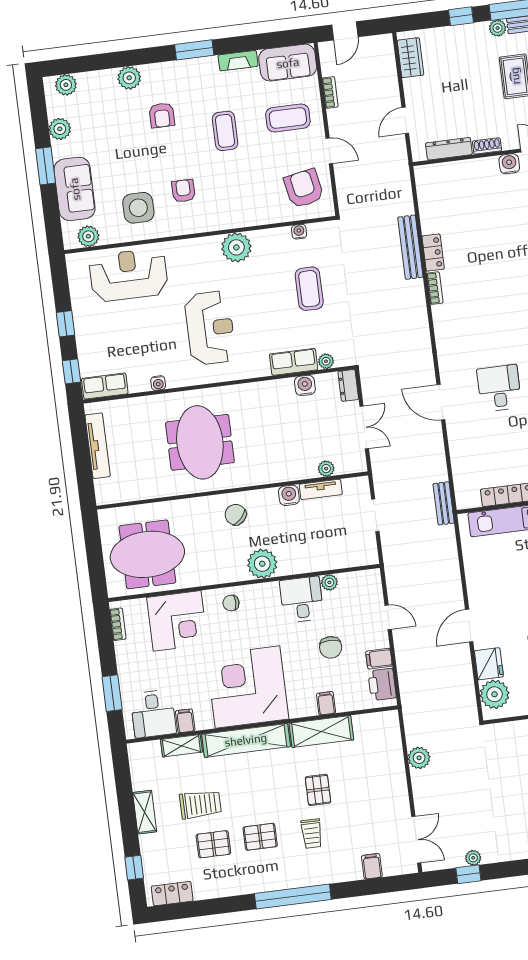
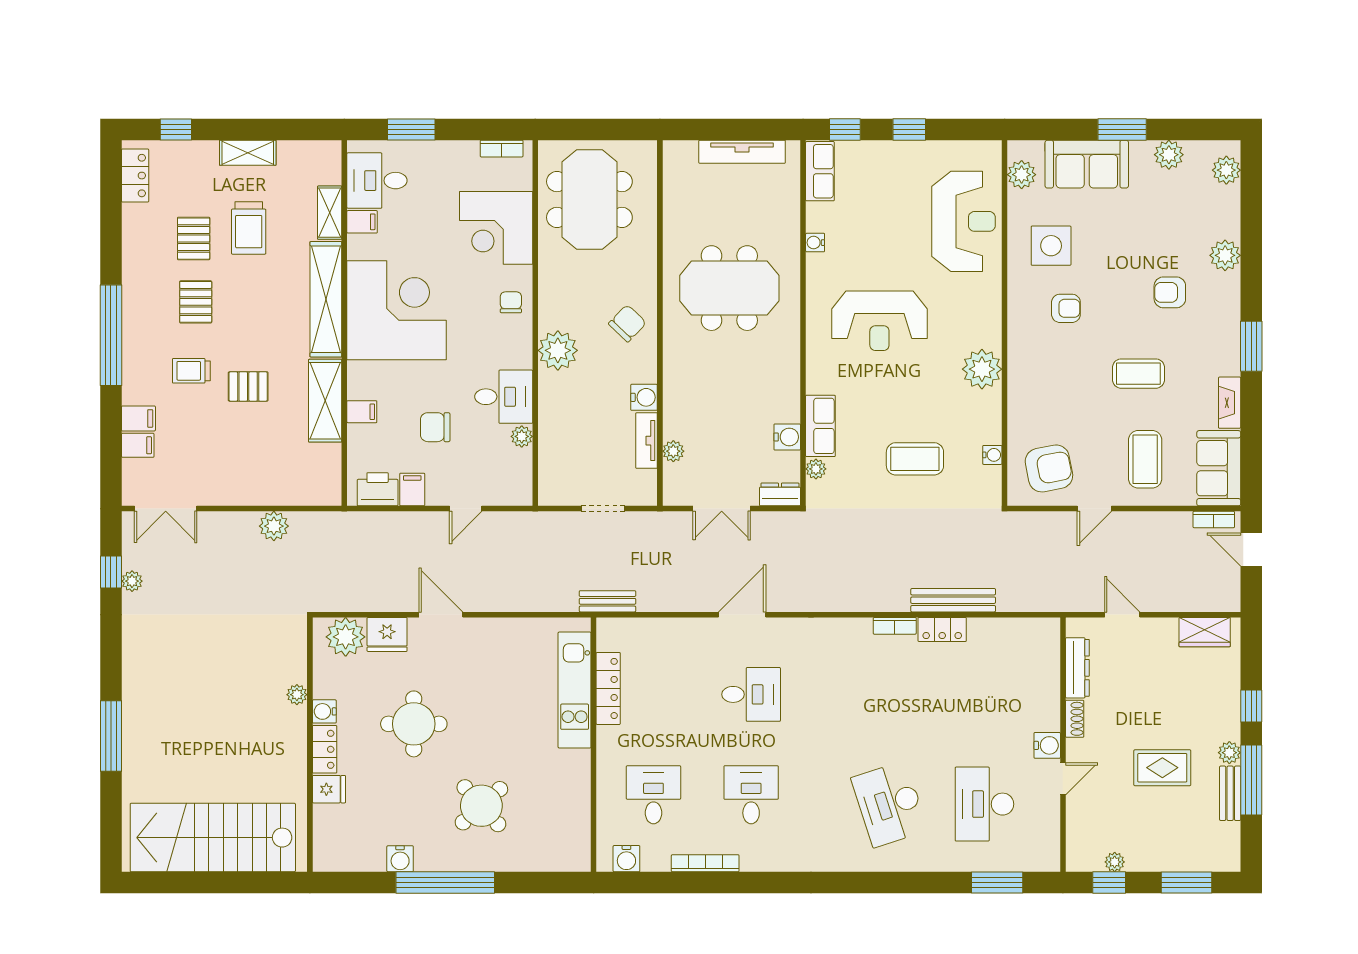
bookcase: (330, 92) -> (1214, 520), moved
filing cabinet: (352, 868) -> (138, 418), added

